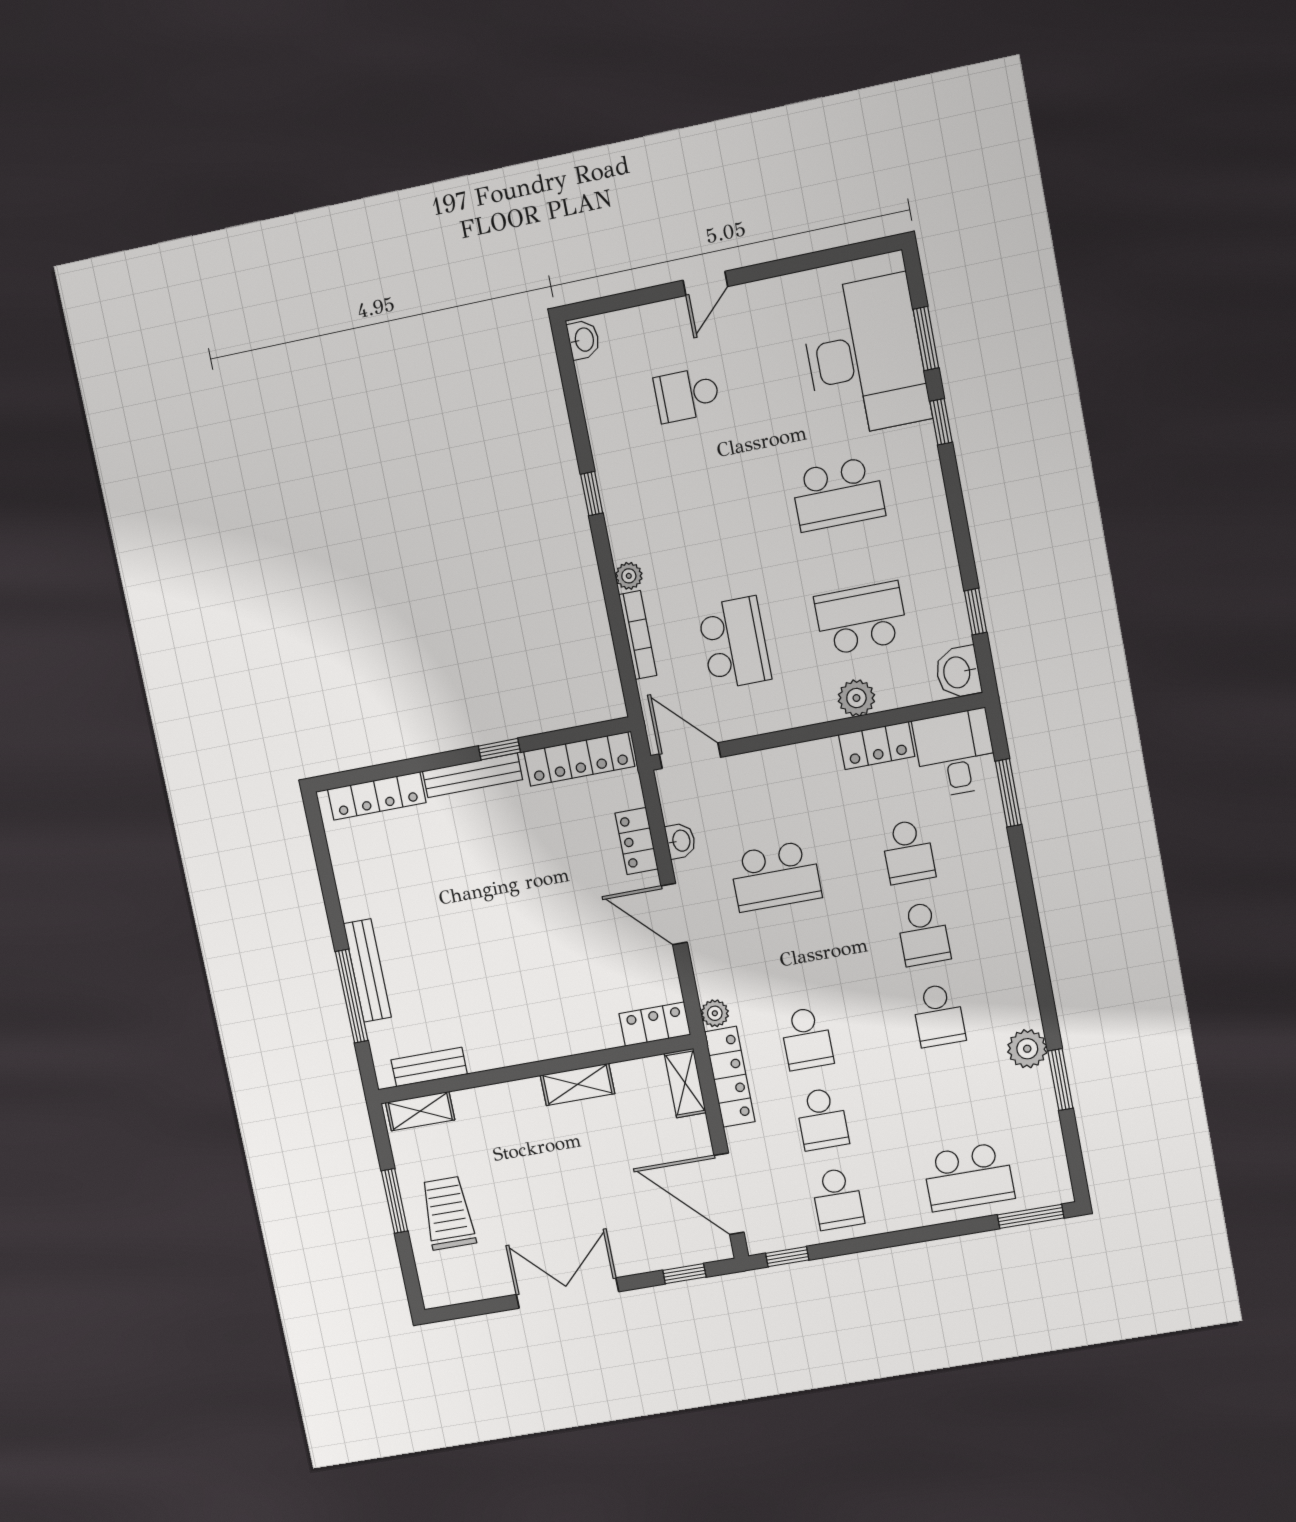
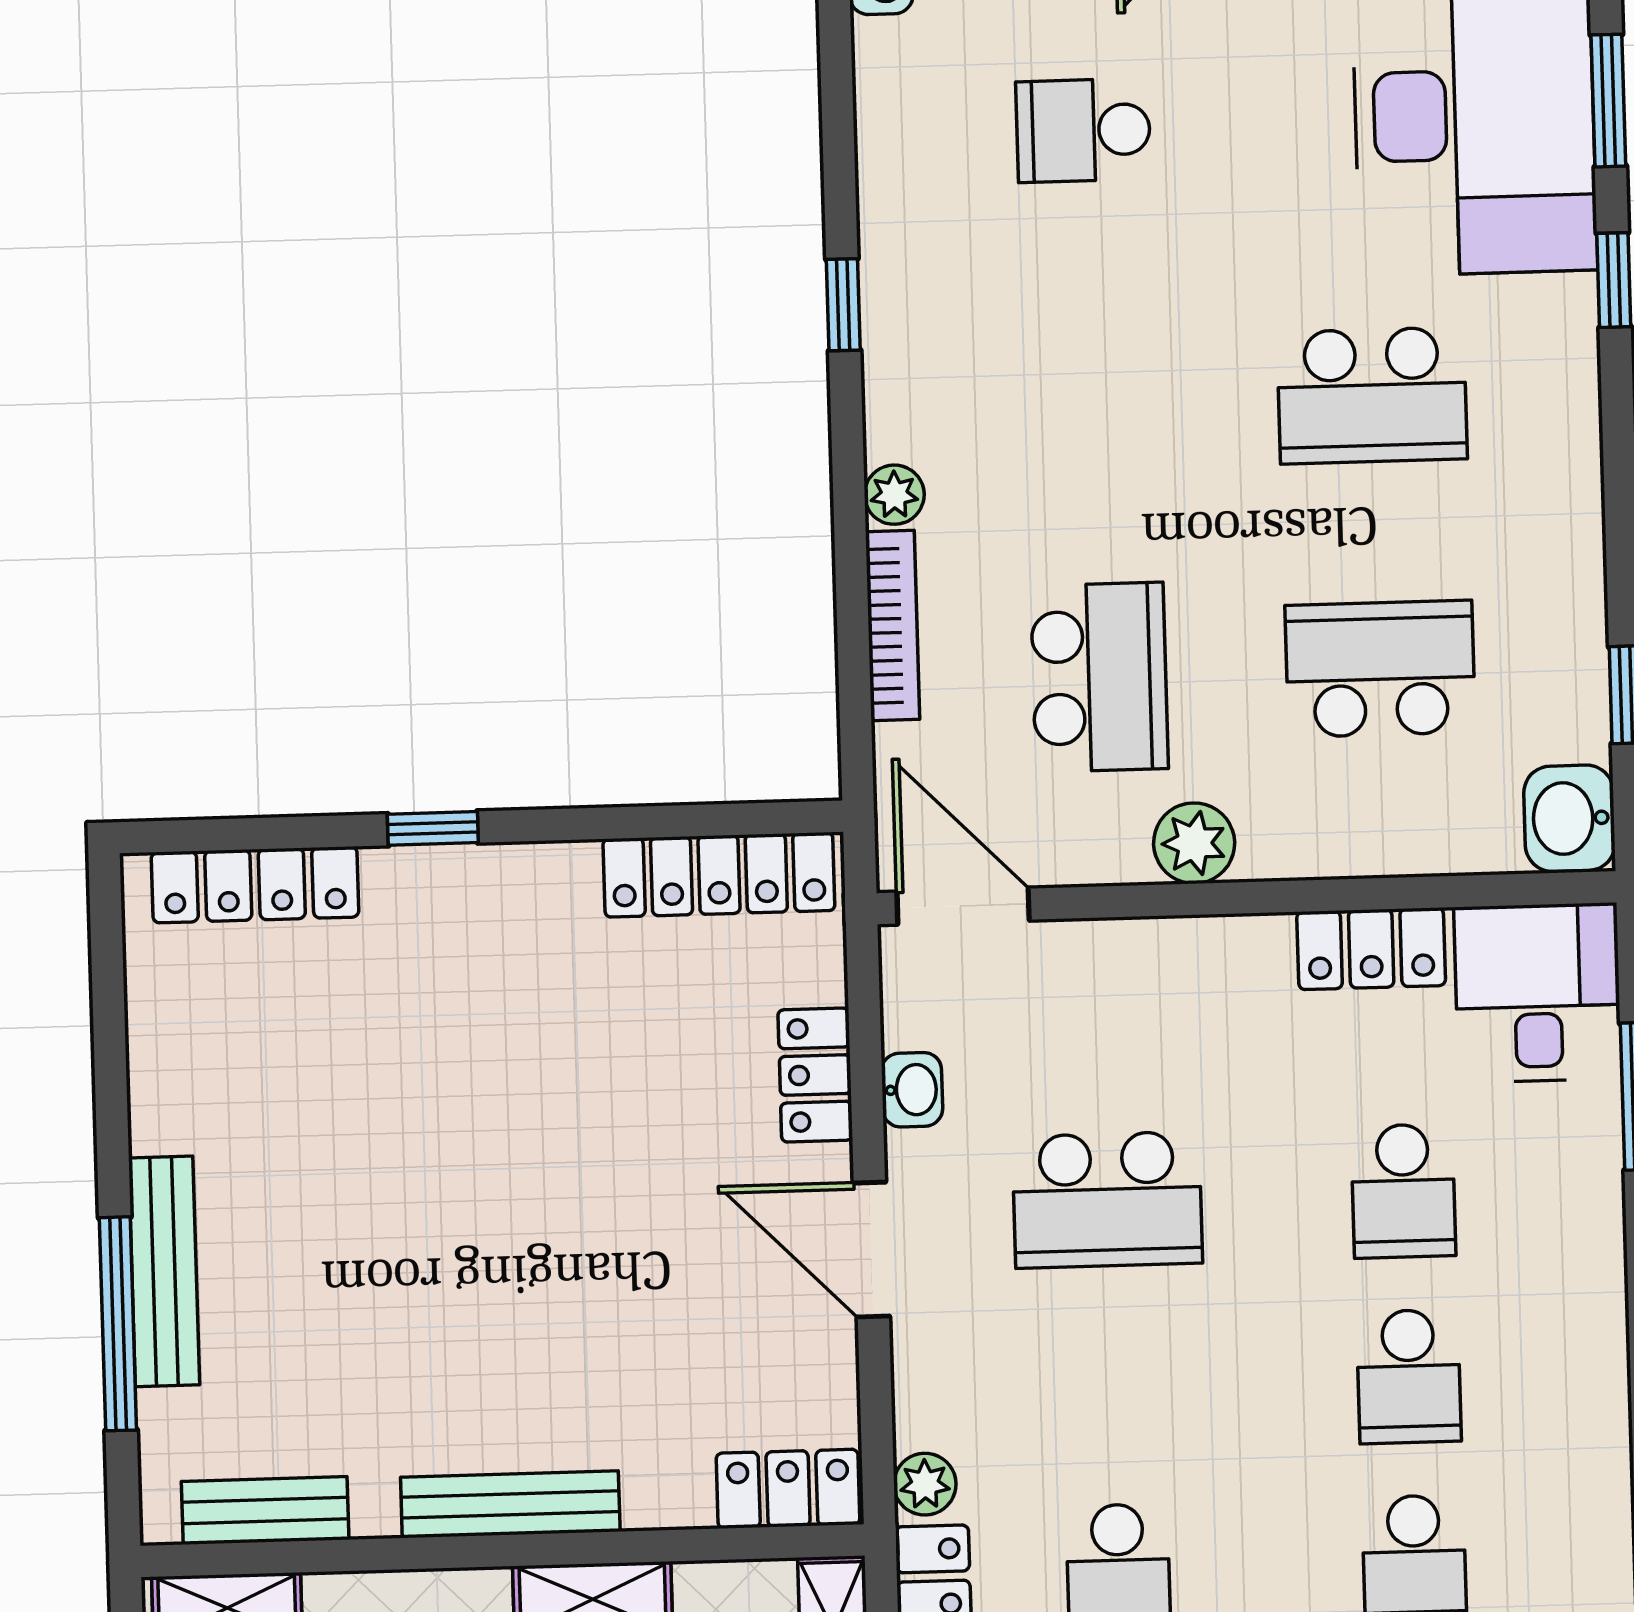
plant: (856, 698) -> (1194, 843), moved
window: (499, 749) -> (433, 828), moved
bench: (472, 775) -> (510, 1504), moved

